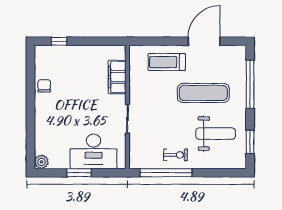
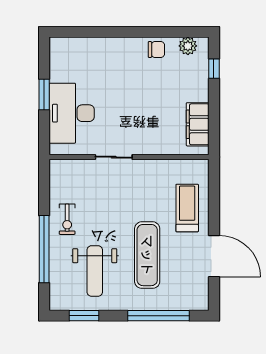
filing cabinet: (117, 77) -> (198, 124), moved, turned -90
plant: (41, 162) -> (188, 46), moved
window: (166, 173) -> (44, 249), moved

